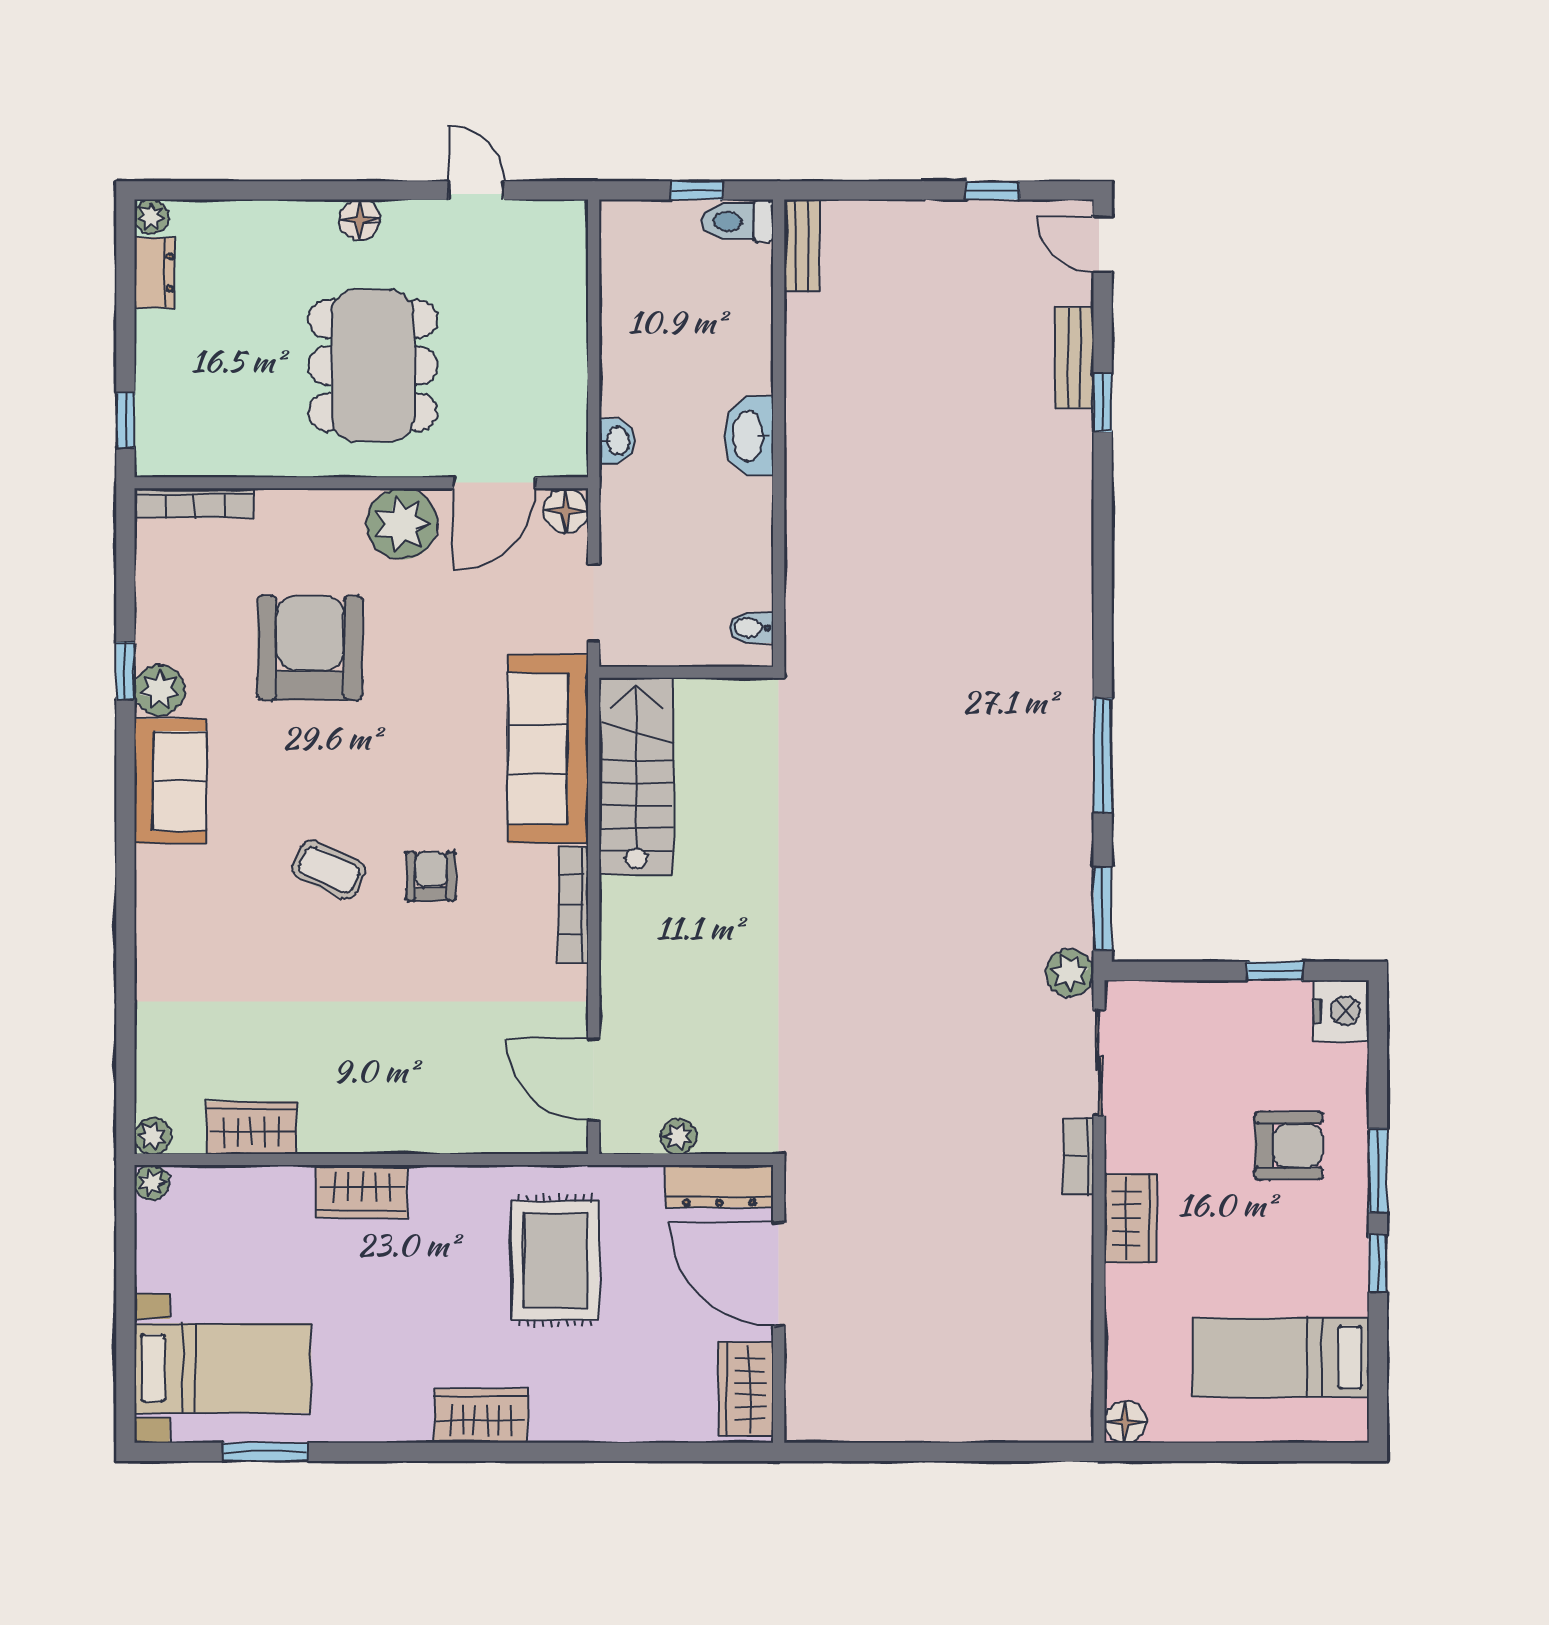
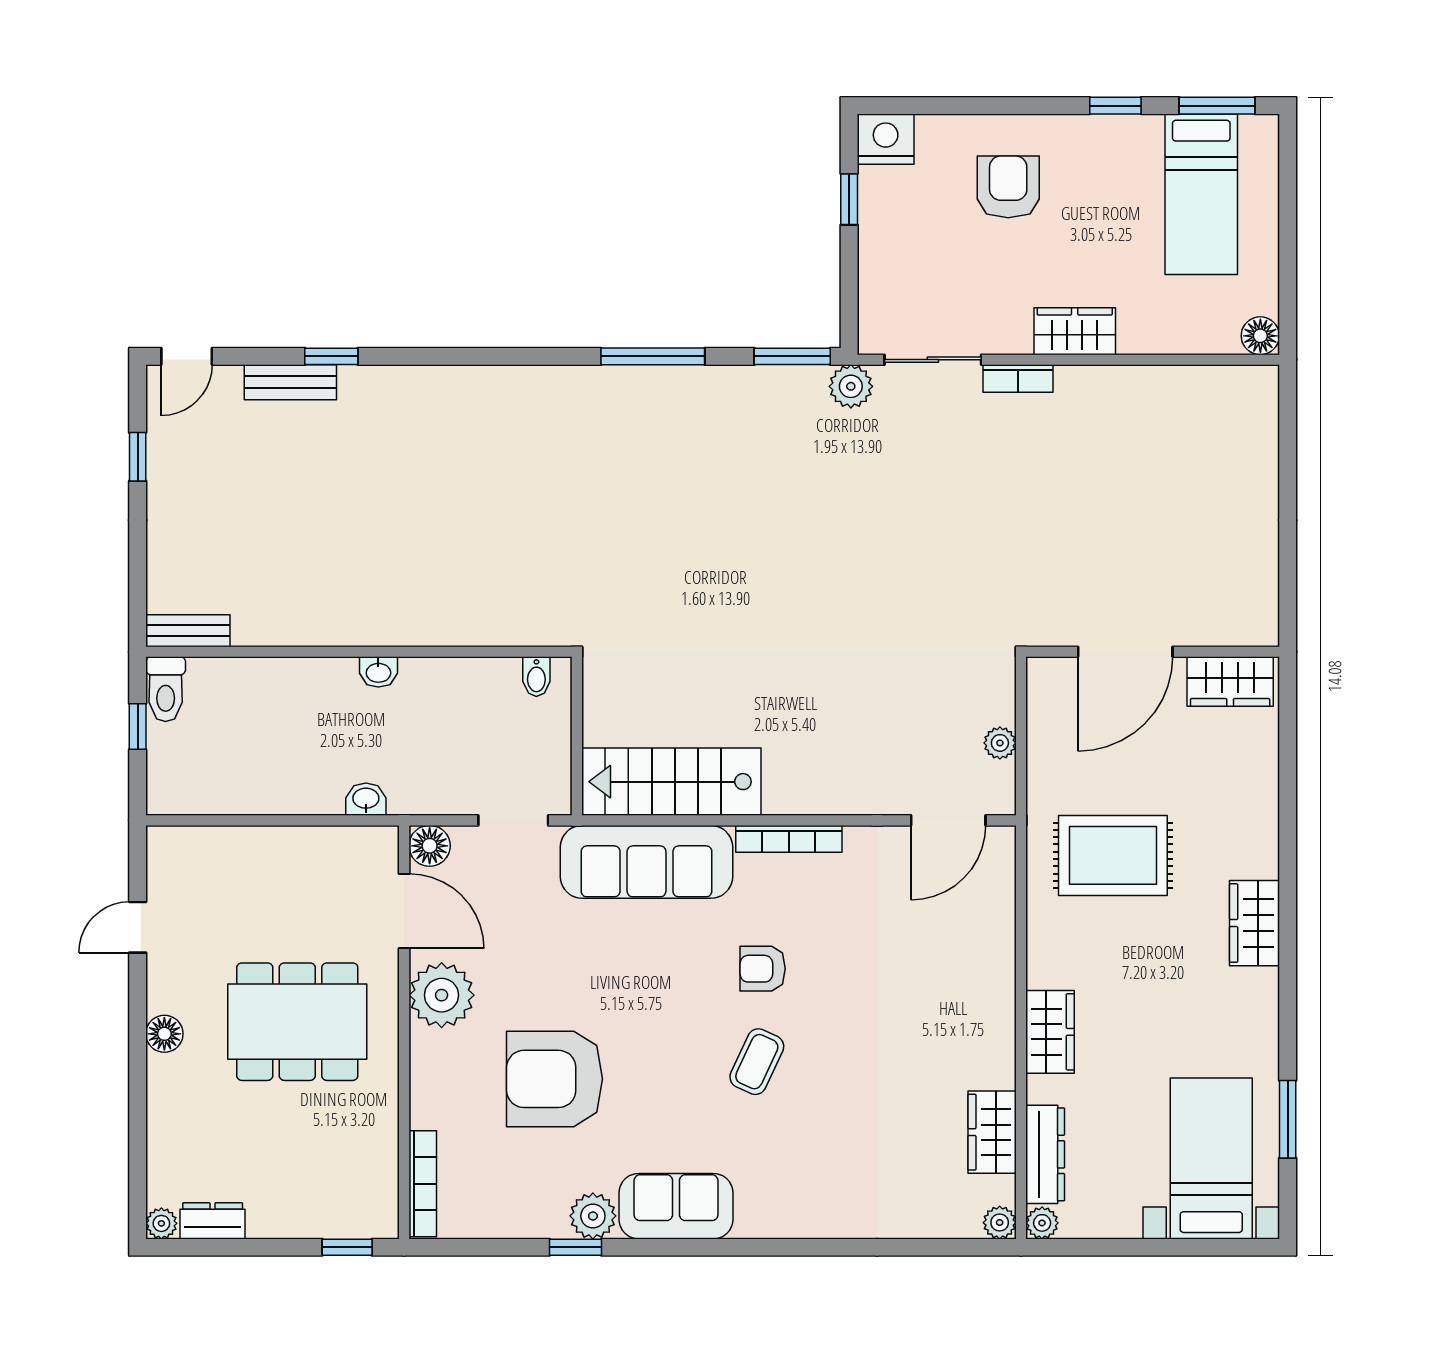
washbasin: (749, 436) -> (378, 672), width x0.52, depth x0.69
window: (1378, 1170) -> (1217, 106), moved
dresser: (719, 1186) -> (1045, 1154), moved

